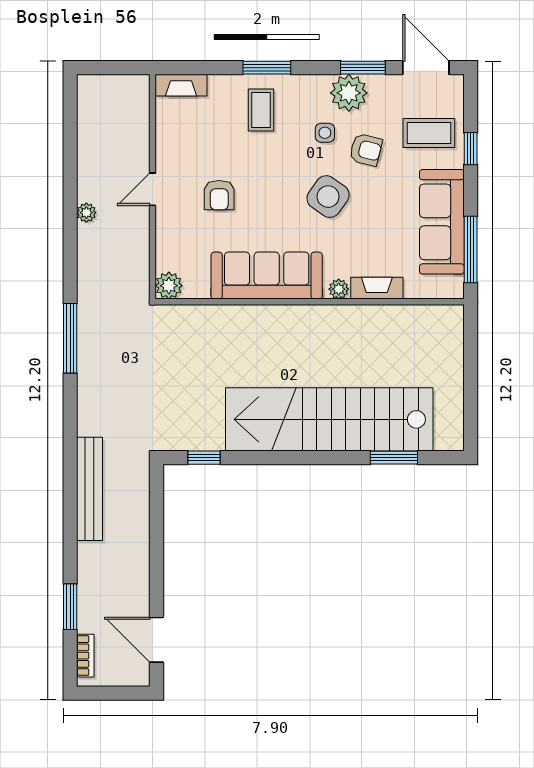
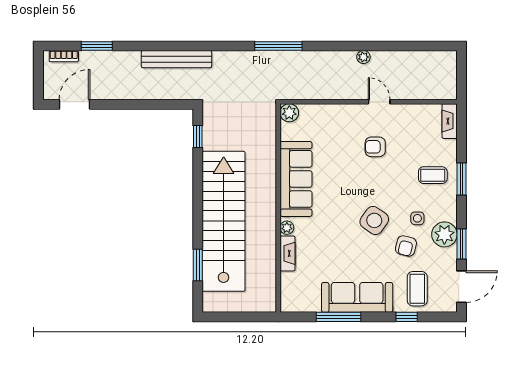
sofa: (267, 276) -> (296, 179), moved
plant: (169, 286) -> (289, 113), moved
fireplace: (377, 288) -> (288, 253), moved
plant: (339, 289) -> (287, 228), moved
wall: (310, 302) -> (278, 208), moved

